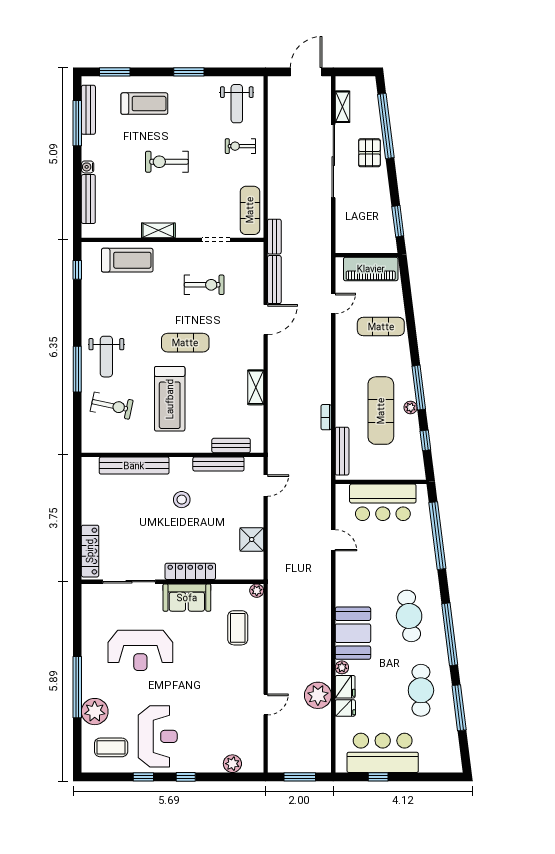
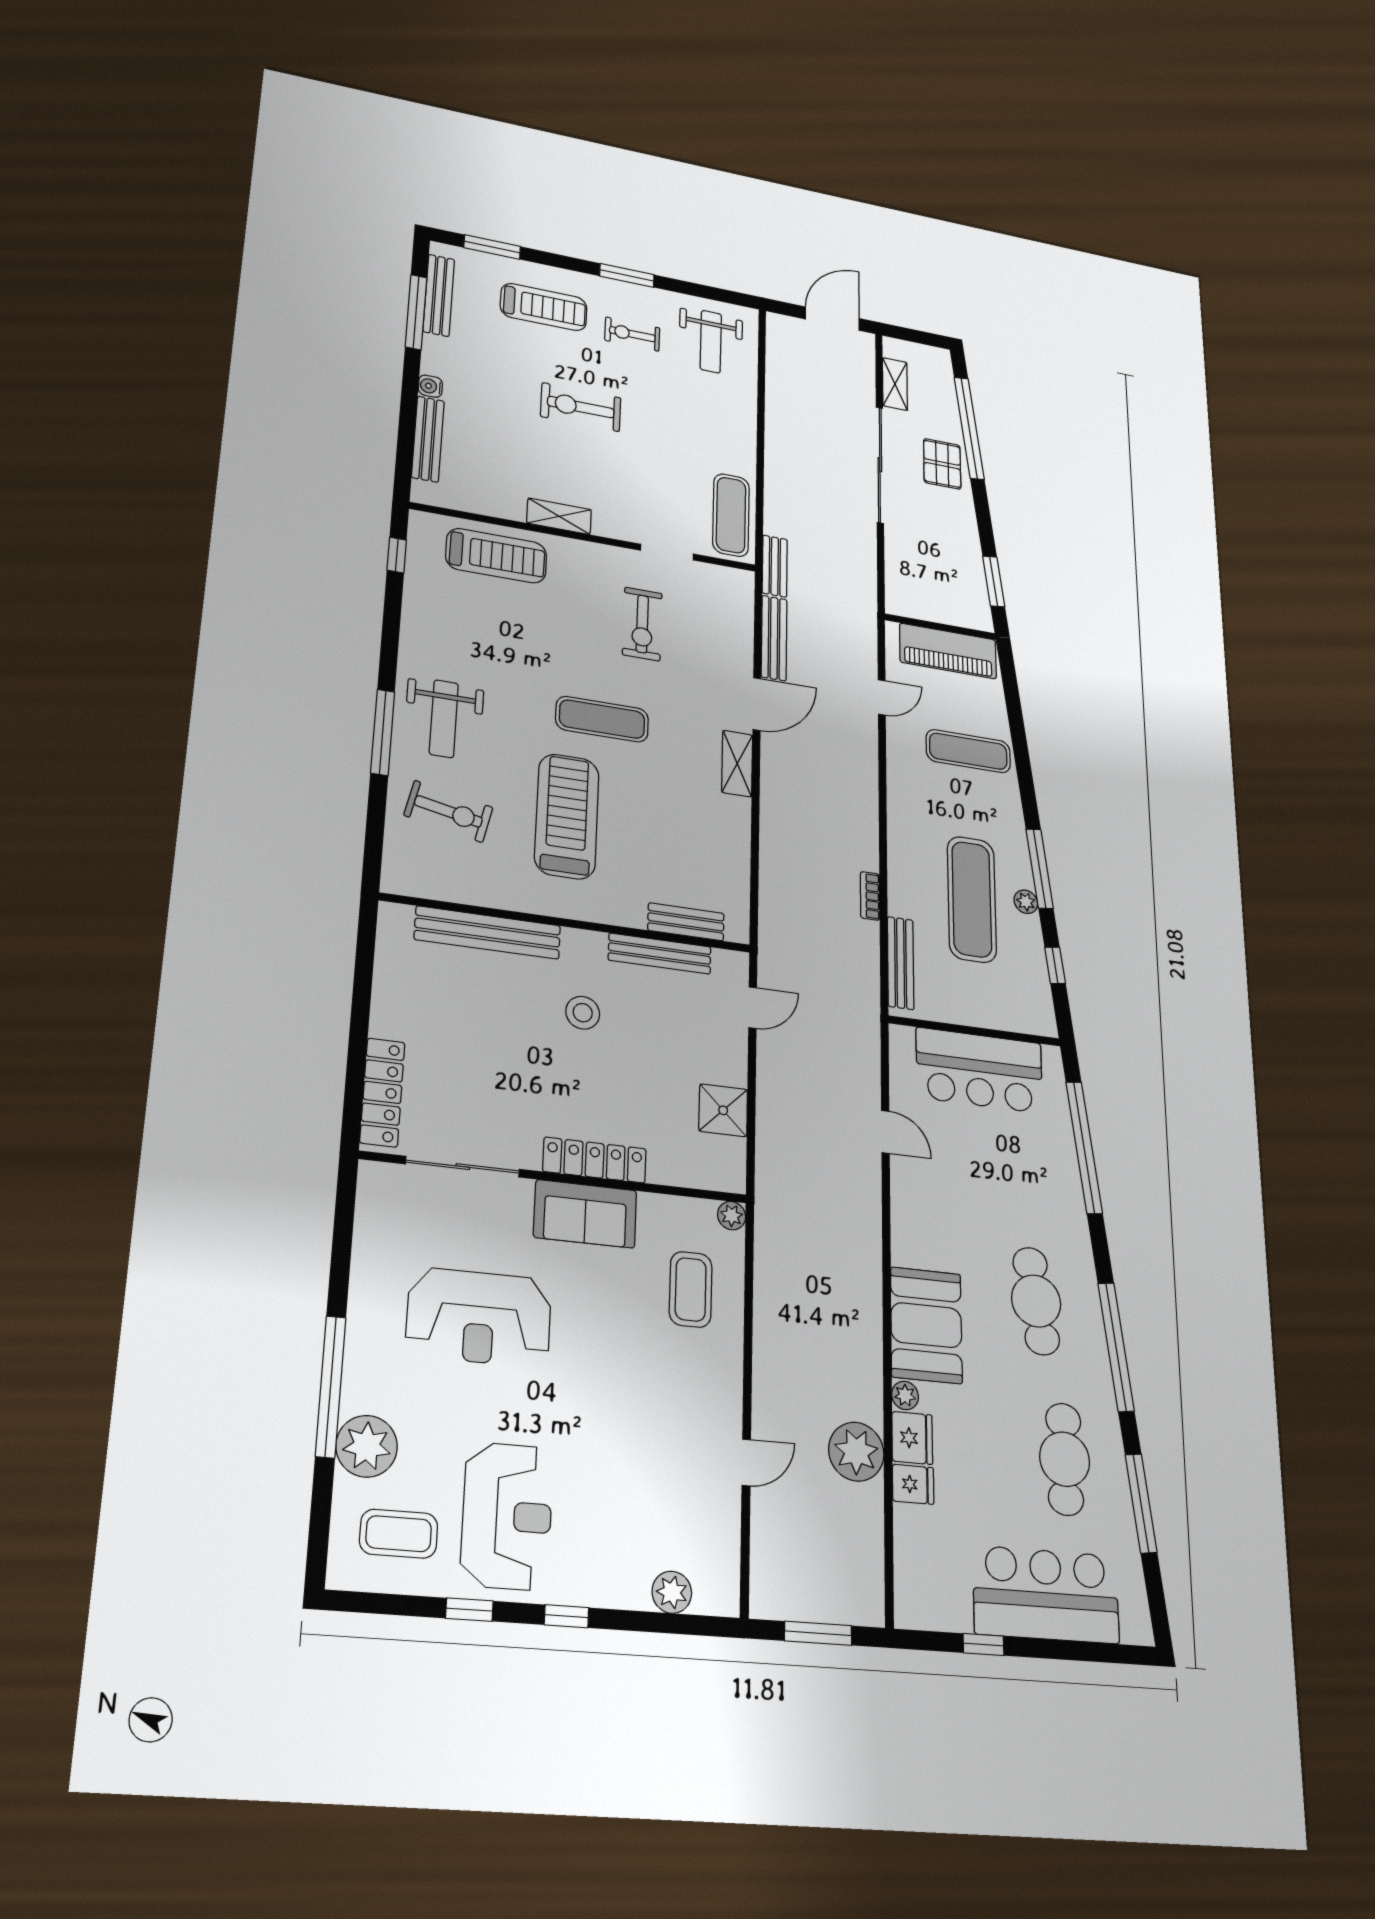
exercise bike: (240, 146) -> (632, 334), moved
exercise bike: (204, 285) -> (642, 624), turned 90
shelving: (256, 387) -> (737, 764), moved
treadmill: (170, 399) -> (567, 816), turned 180
bar counter: (383, 753) -> (1046, 1595), moved

